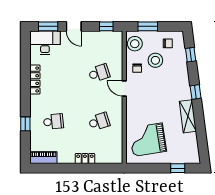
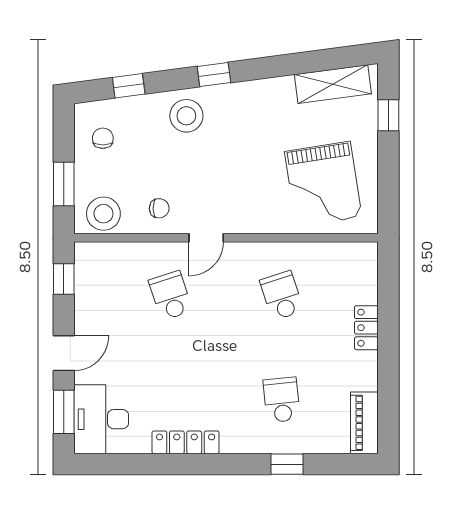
stool: (155, 60) -> (186, 116), moved
shelving: (188, 116) -> (333, 84), moved

